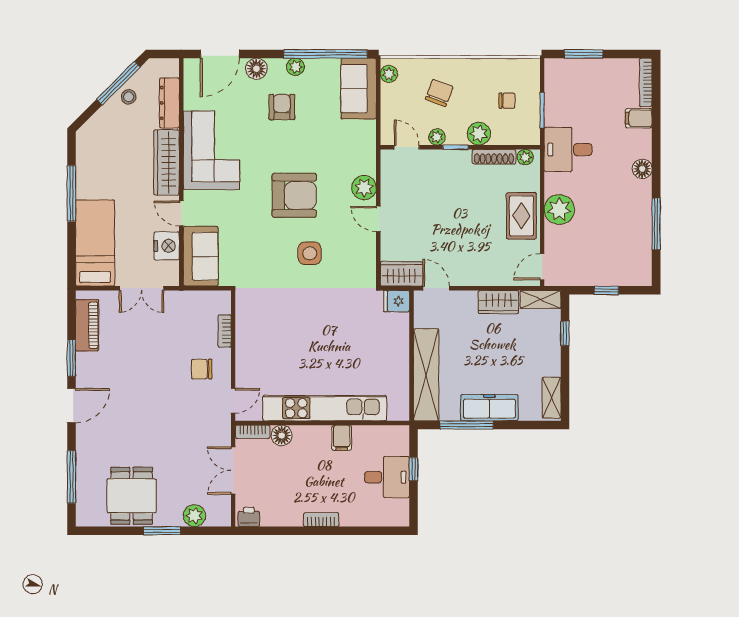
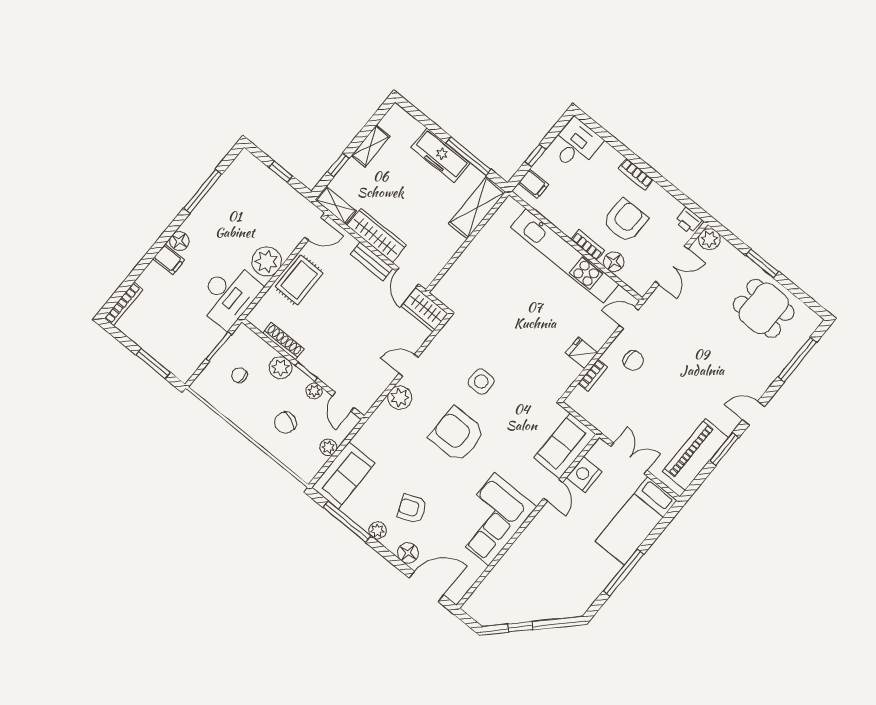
window: (325, 54) -> (347, 522), width x0.68
plant: (389, 74) -> (328, 447), moved
window: (118, 83) -> (520, 627), width x0.46
stool: (129, 97) -> (521, 610), removed
dresser: (169, 103) -> (494, 581), removed
armchair: (282, 107) -> (412, 509), turned 68
filing cabinet: (639, 118) -> (169, 259), moved
desk: (568, 150) -> (228, 295), width x1.37
plant: (525, 157) -> (260, 322), removed
wardrobe: (167, 162) -> (533, 537), removed
door: (378, 219) -> (408, 365), swing flipped
bench: (476, 278) -> (371, 261), added
fridge: (396, 301) -> (582, 353), moved, turned 180
wardrobe: (498, 302) -> (377, 235), width x1.50
piano: (87, 325) -> (695, 454), width x1.37, depth x1.33
shelving: (426, 375) -> (477, 208), width x0.68
shelving: (552, 398) -> (371, 146), moved
door: (71, 405) -> (753, 413), width x0.73
bookcase: (253, 432) -> (588, 245), moved
filing cabinet: (342, 438) -> (533, 184), moved, turned 90
armchair: (299, 476) -> (625, 221), added
desk: (387, 477) -> (576, 144), moved, turned 90
dining table: (132, 496) -> (764, 308), turned 90
plant: (194, 516) -> (709, 239), moved

